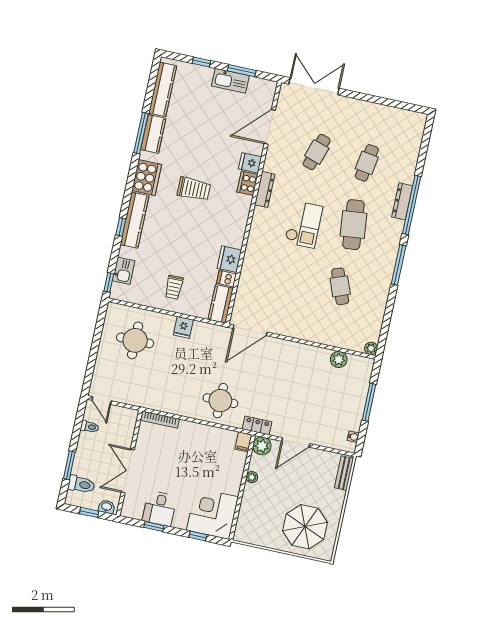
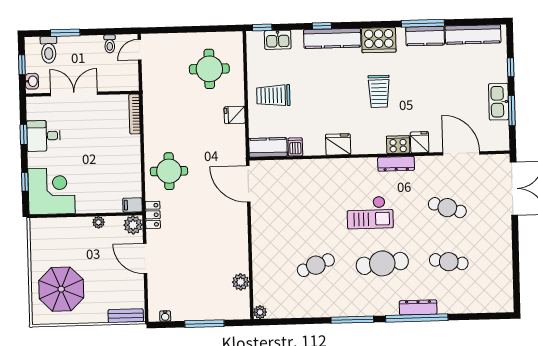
fridge: (229, 259) -> (338, 144), moved
trolley: (174, 287) -> (273, 95), width x1.36, depth x1.39

